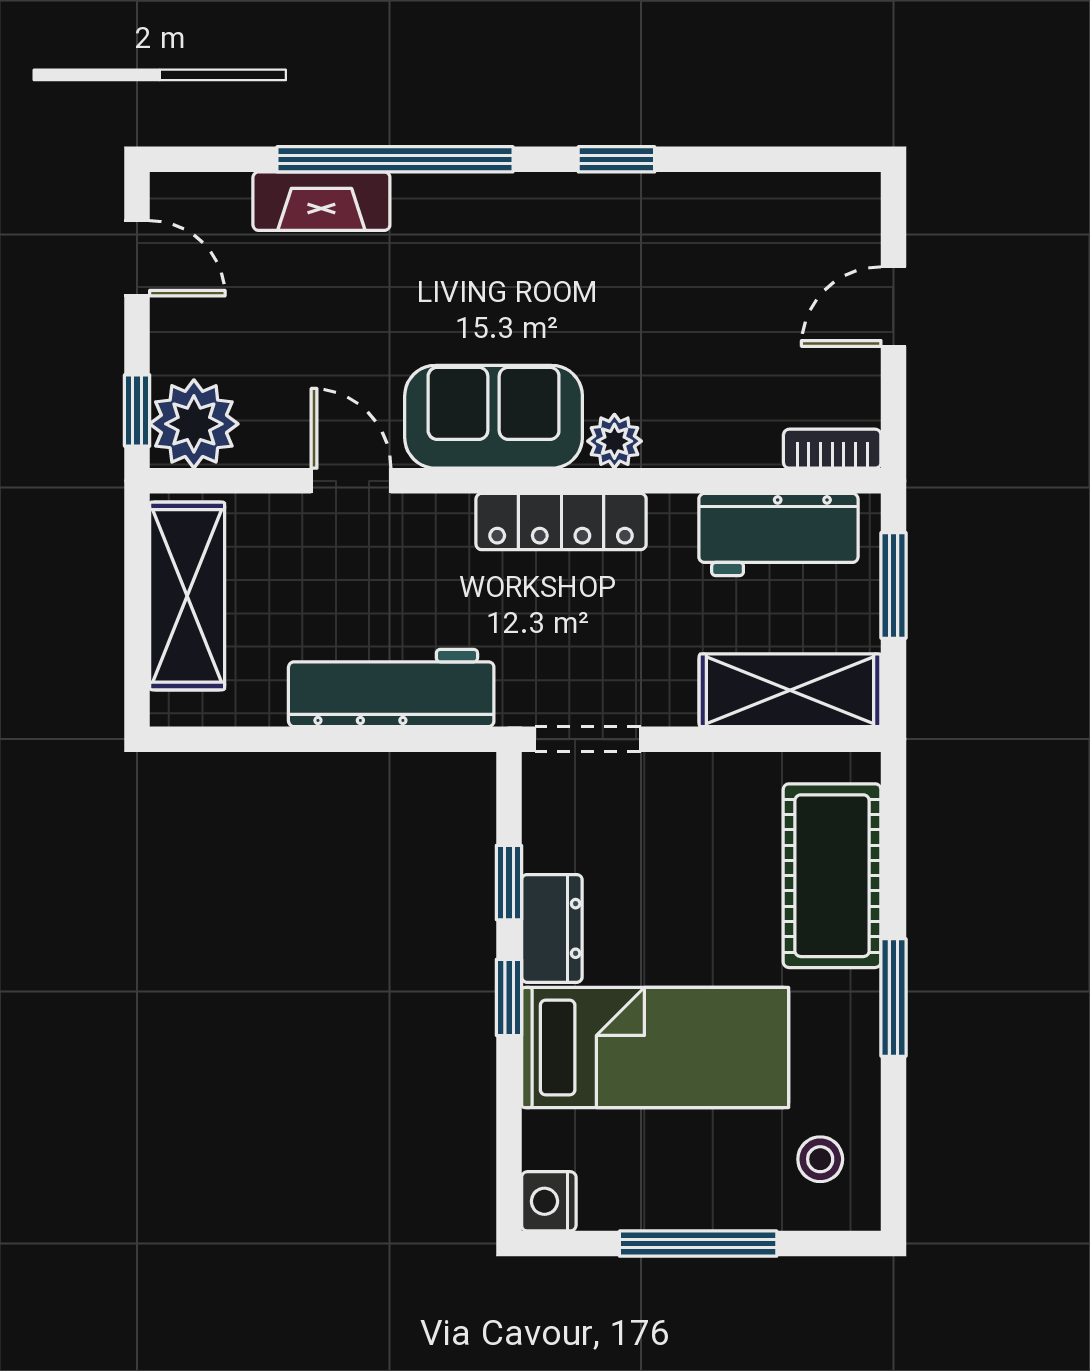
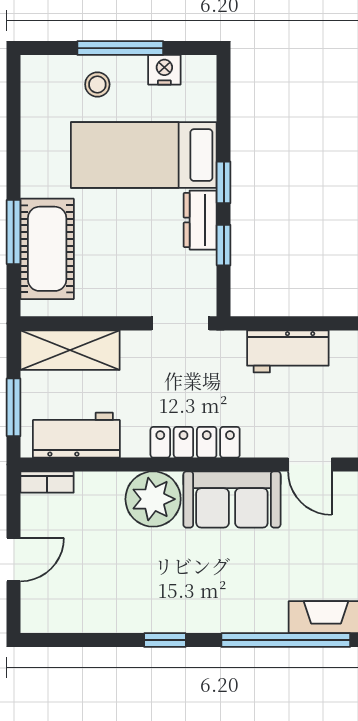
plant: (614, 441) -> (153, 499), width x1.87, depth x1.87
workbench: (391, 688) -> (288, 351), width x0.73
window: (893, 998) -> (14, 232), moved
stool: (820, 1159) -> (97, 84), moved
nightstand: (549, 1201) -> (164, 70), moved, turned -90

